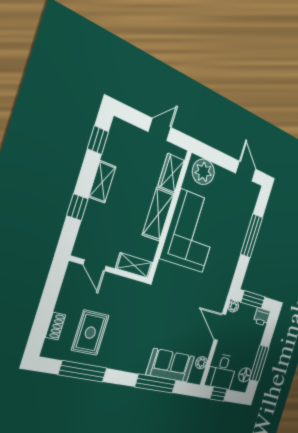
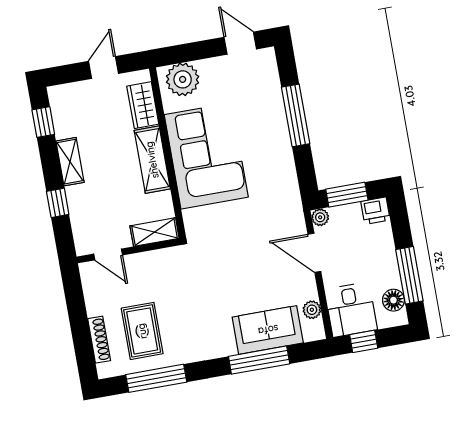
shoe rack: (55, 326) -> (99, 340), width x1.43

